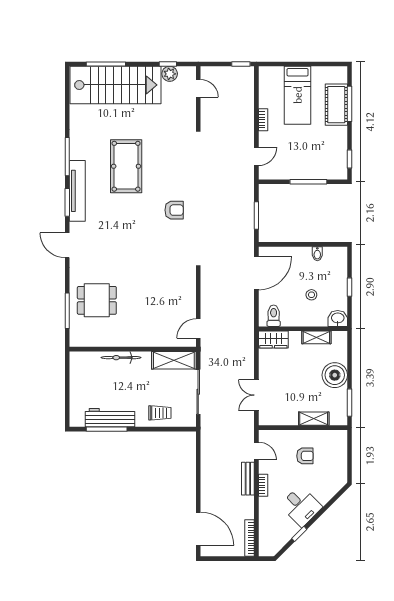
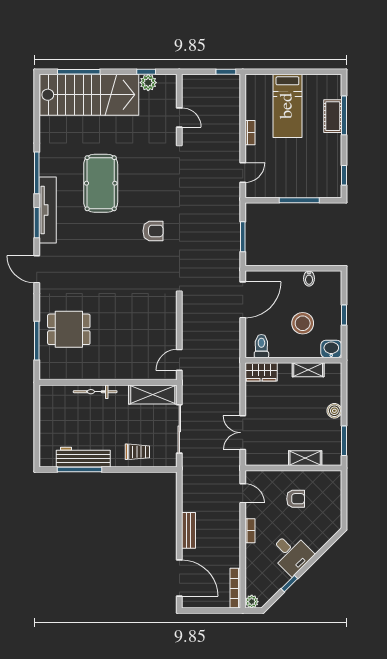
door: (198, 88) -> (179, 117), moved
cot: (336, 105) -> (333, 116), width x0.73, depth x0.75
stool: (311, 295) -> (303, 323), width x1.89, depth x1.89
boiler: (335, 375) -> (334, 411), width x0.54, depth x0.54
bench: (248, 479) -> (189, 530), moved
plant: (265, 550) -> (252, 602), added

